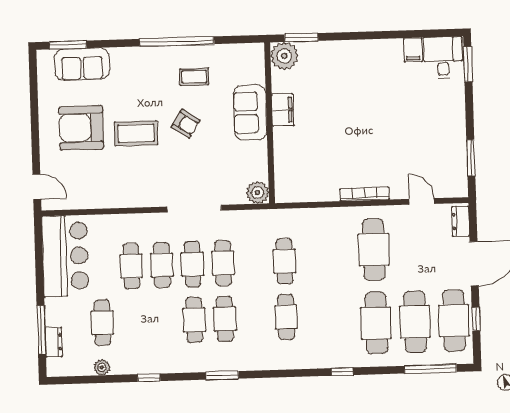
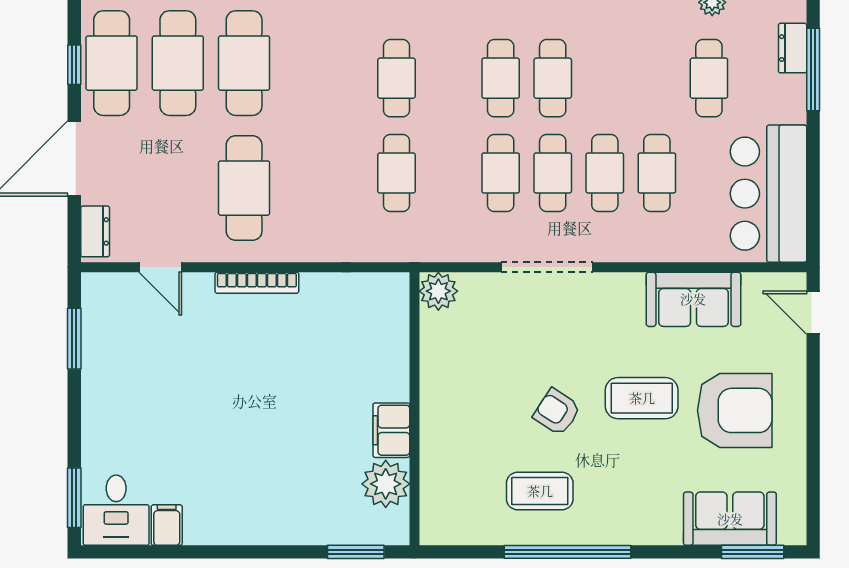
plant: (284, 56) -> (386, 484), moved
coffee table: (194, 77) -> (540, 491), width x1.36, depth x1.30
sofa: (250, 113) -> (693, 299), moved, turned 90

